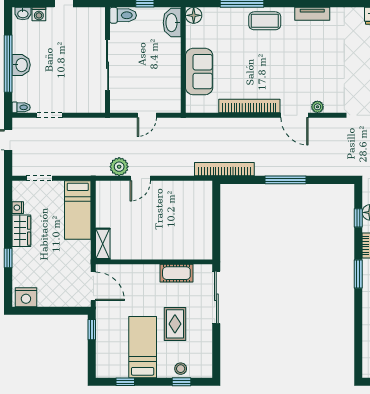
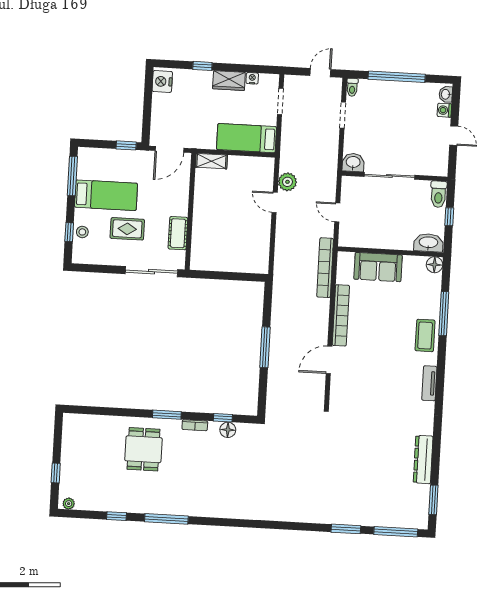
washbasin: (21, 65) -> (353, 162), moved, turned 180
plant: (317, 107) -> (336, 383), removed
bookcase: (224, 169) -> (325, 268), moved, turned 180
window: (125, 382) -> (72, 176), width x2.17

